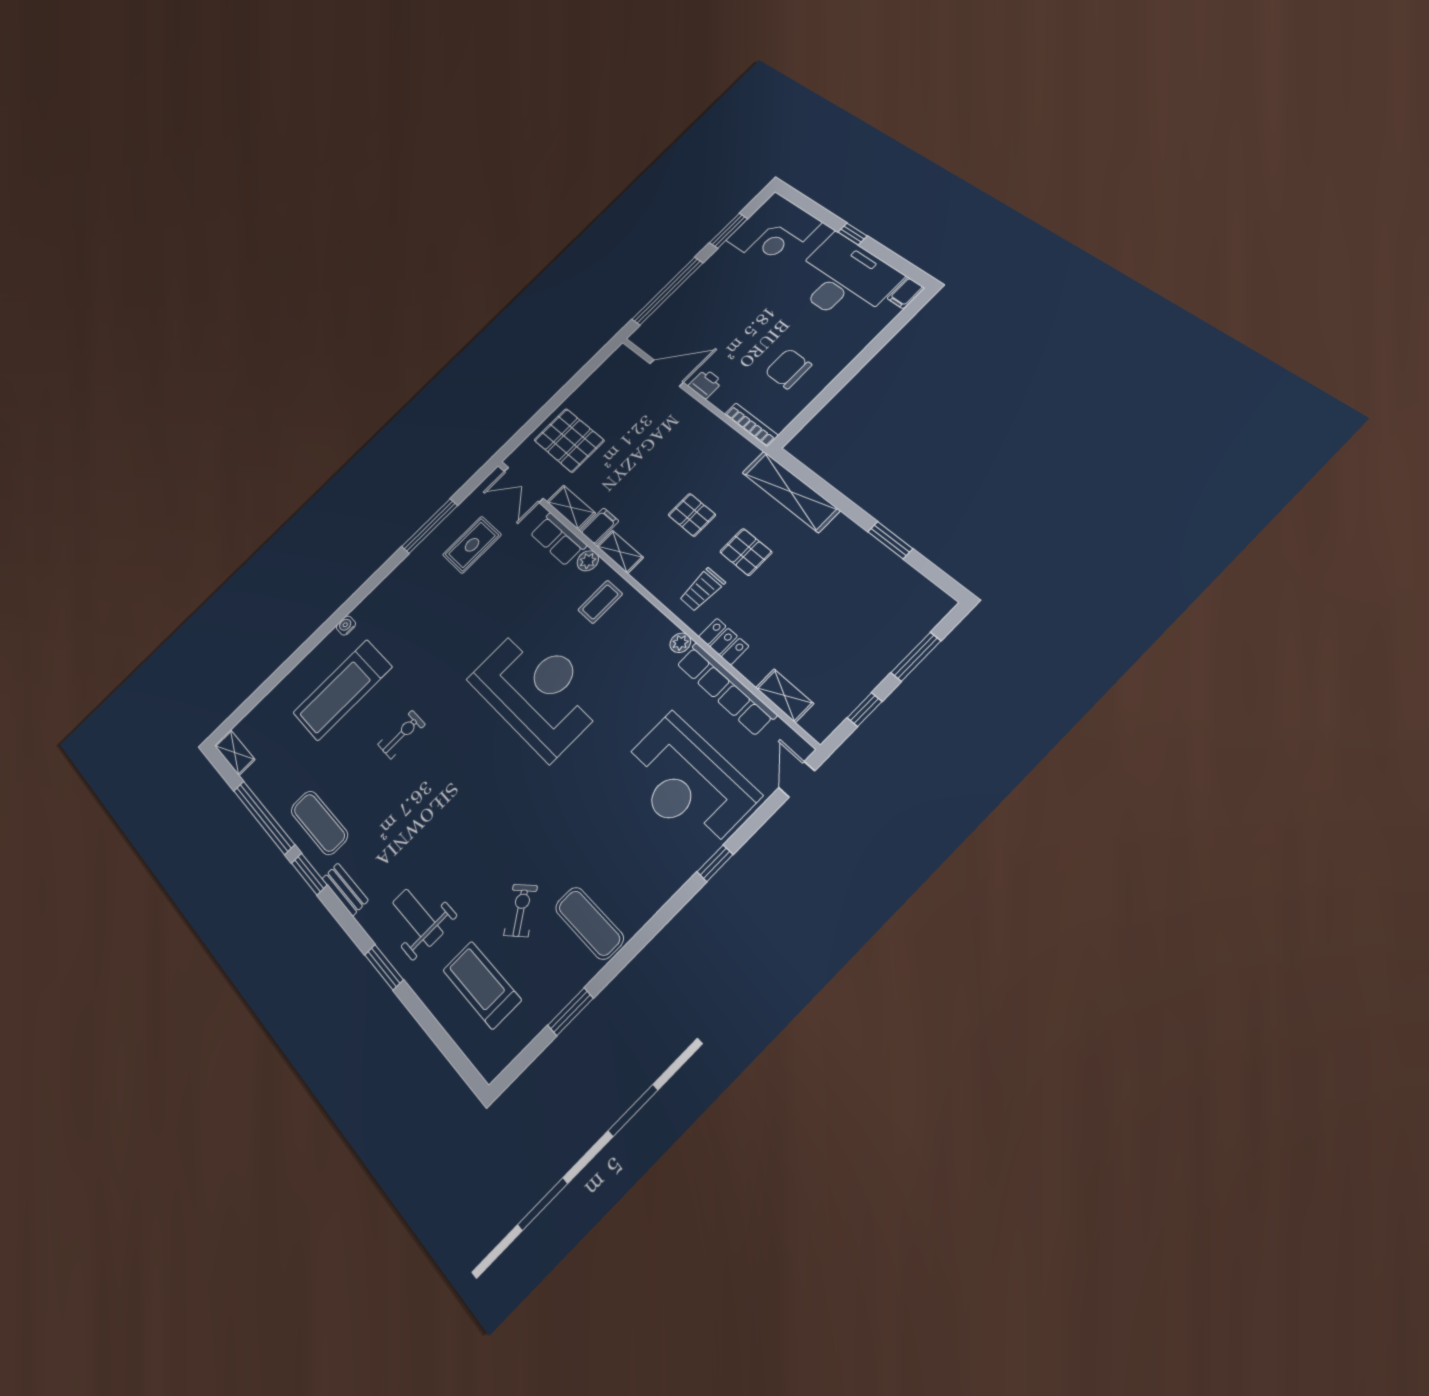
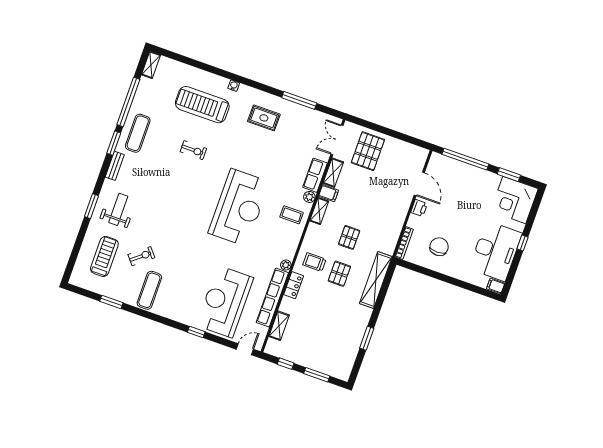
rug: (472, 545) -> (264, 118), moved

